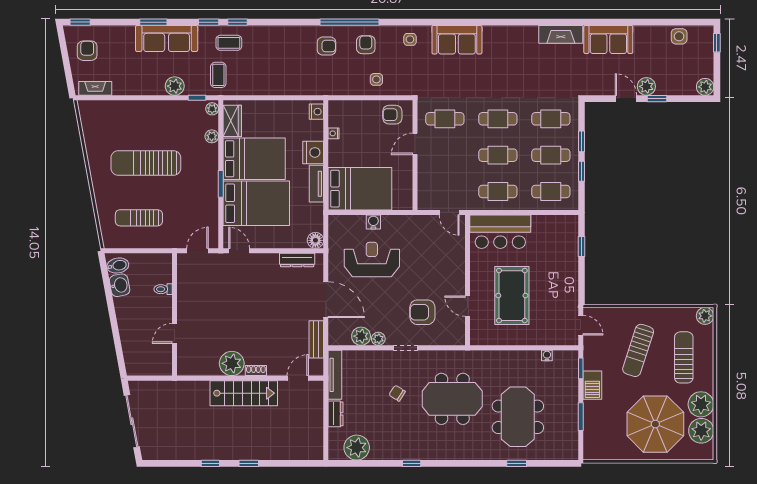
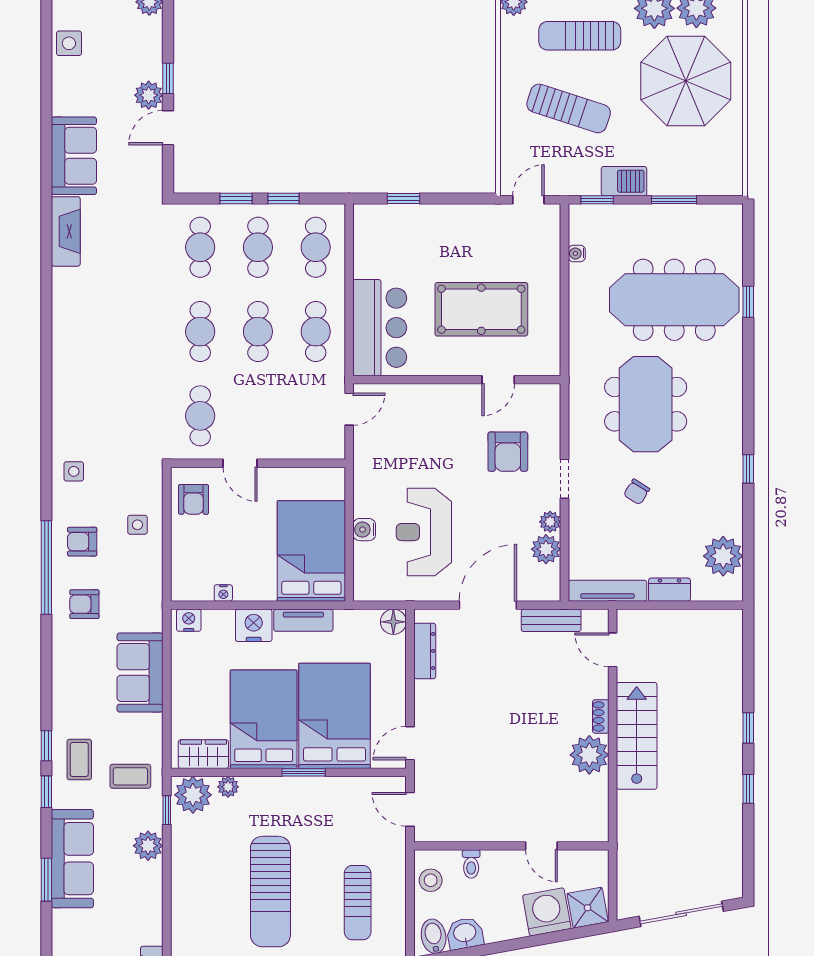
sofa: (457, 40) -> (140, 673), moved, turned 180
armchair: (327, 46) -> (84, 604), turned -90
plant: (212, 109) -> (193, 795), width x1.88, depth x1.88
stool: (153, 264) -> (431, 880), added
washing machine: (133, 337) -> (547, 912), added
shower: (136, 362) -> (588, 908), added
meeting table: (518, 417) -> (674, 300), width x1.36

